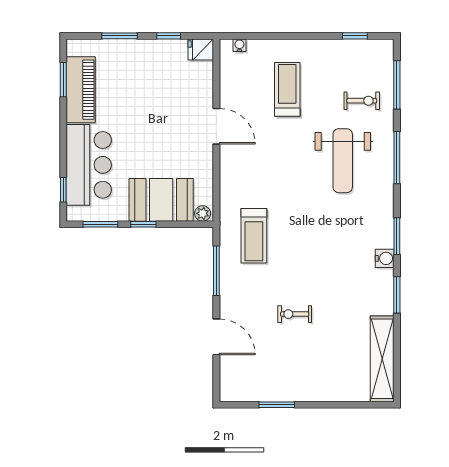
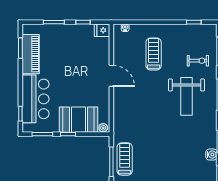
treadmill: (254, 236) -> (125, 159), moved, turned 180

